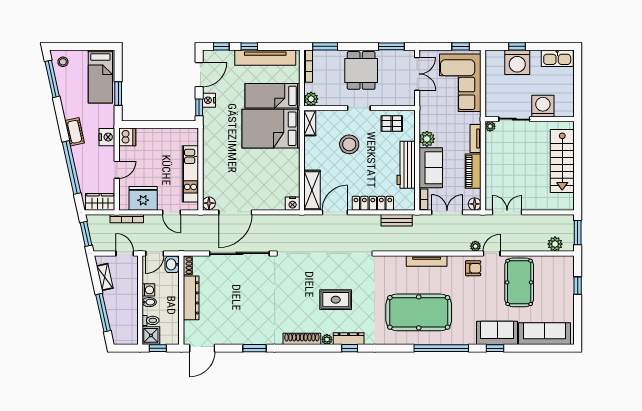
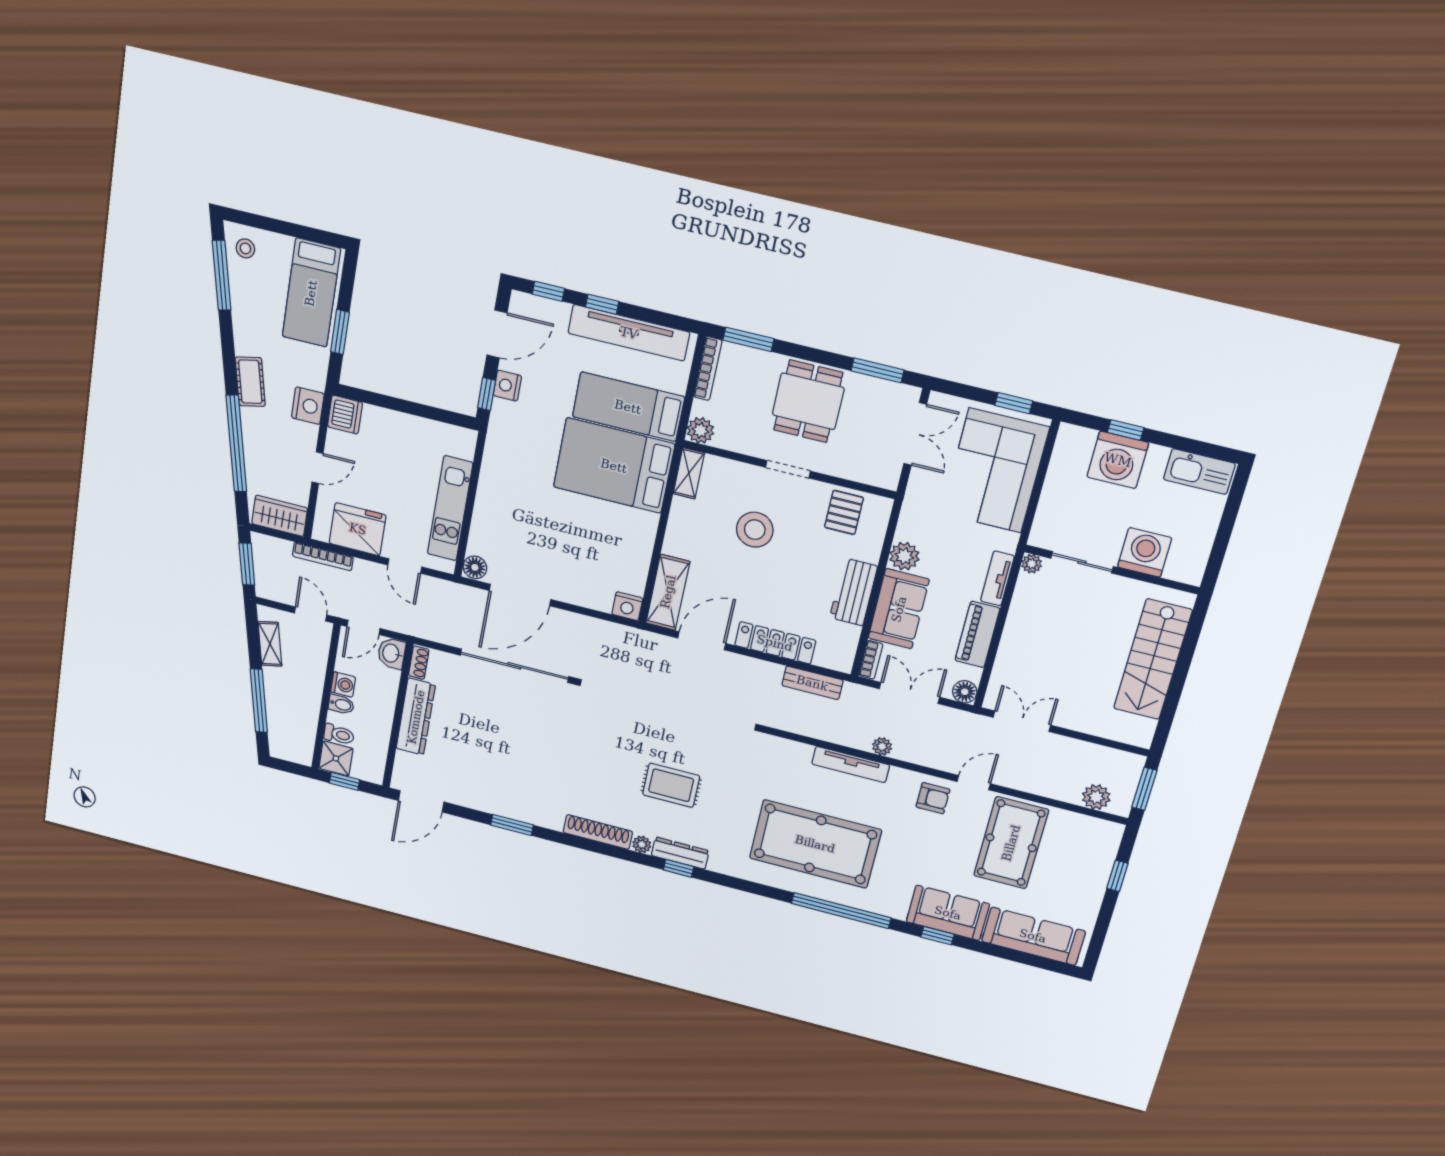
pallet: (392, 124) -> (844, 512), turned 90
workbench: (406, 165) -> (854, 592), width x0.73
plant: (475, 246) -> (882, 746), moved

